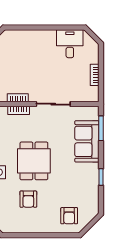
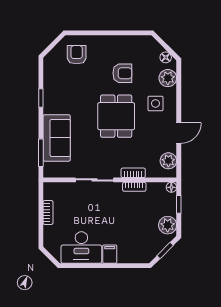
filing cabinet: (40, 38) -> (110, 254), added
desk: (70, 44) -> (81, 248), width x1.37
armchair: (28, 199) -> (122, 73), turned 90

